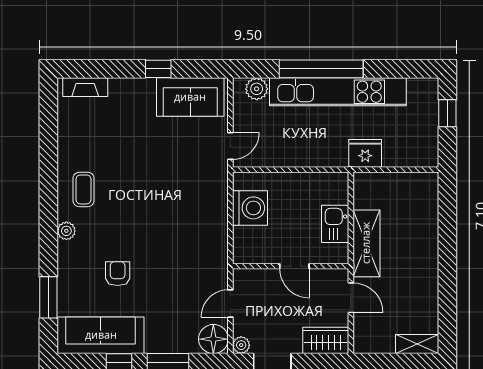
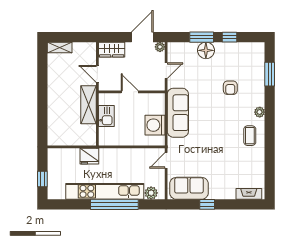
sofa: (101, 335) -> (178, 113), moved, turned -90
floor lamp: (213, 339) -> (206, 50), moved

